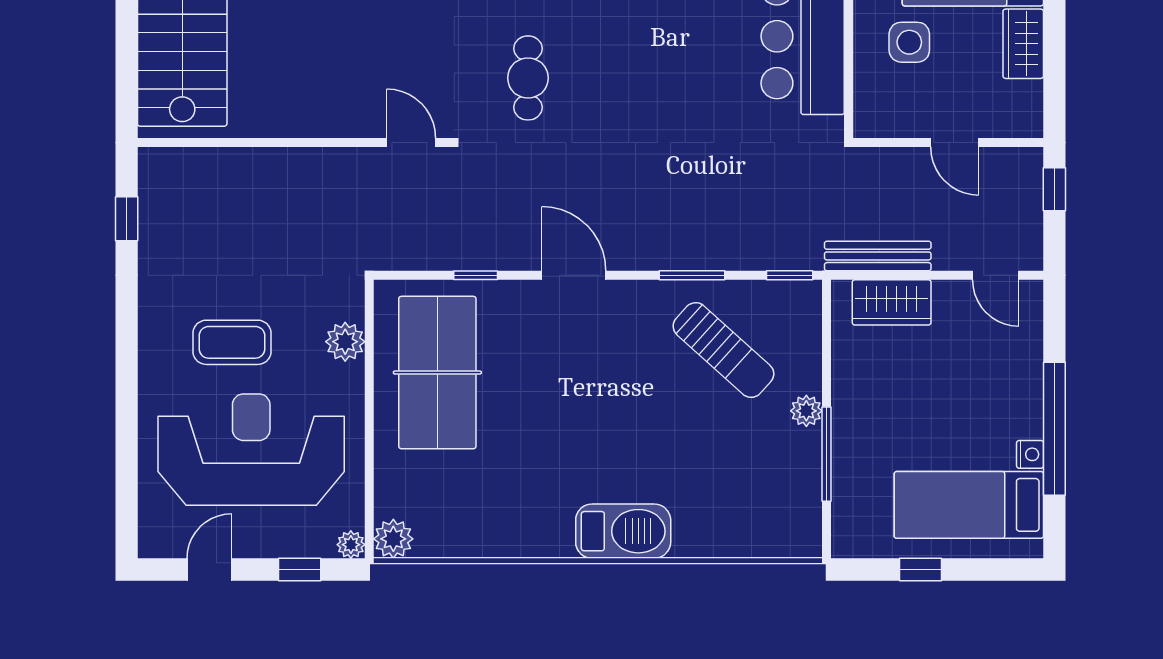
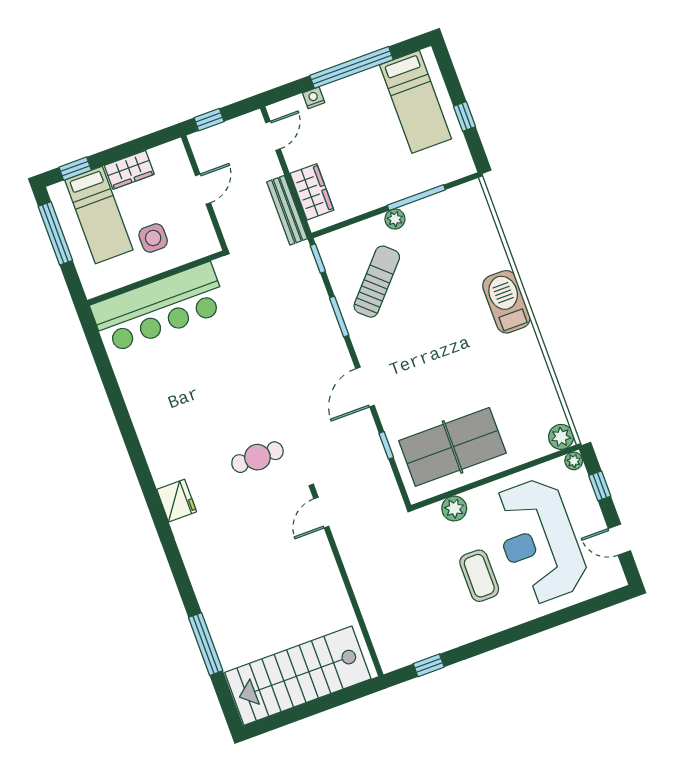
nightstand: (1030, 454) -> (314, 98), moved

